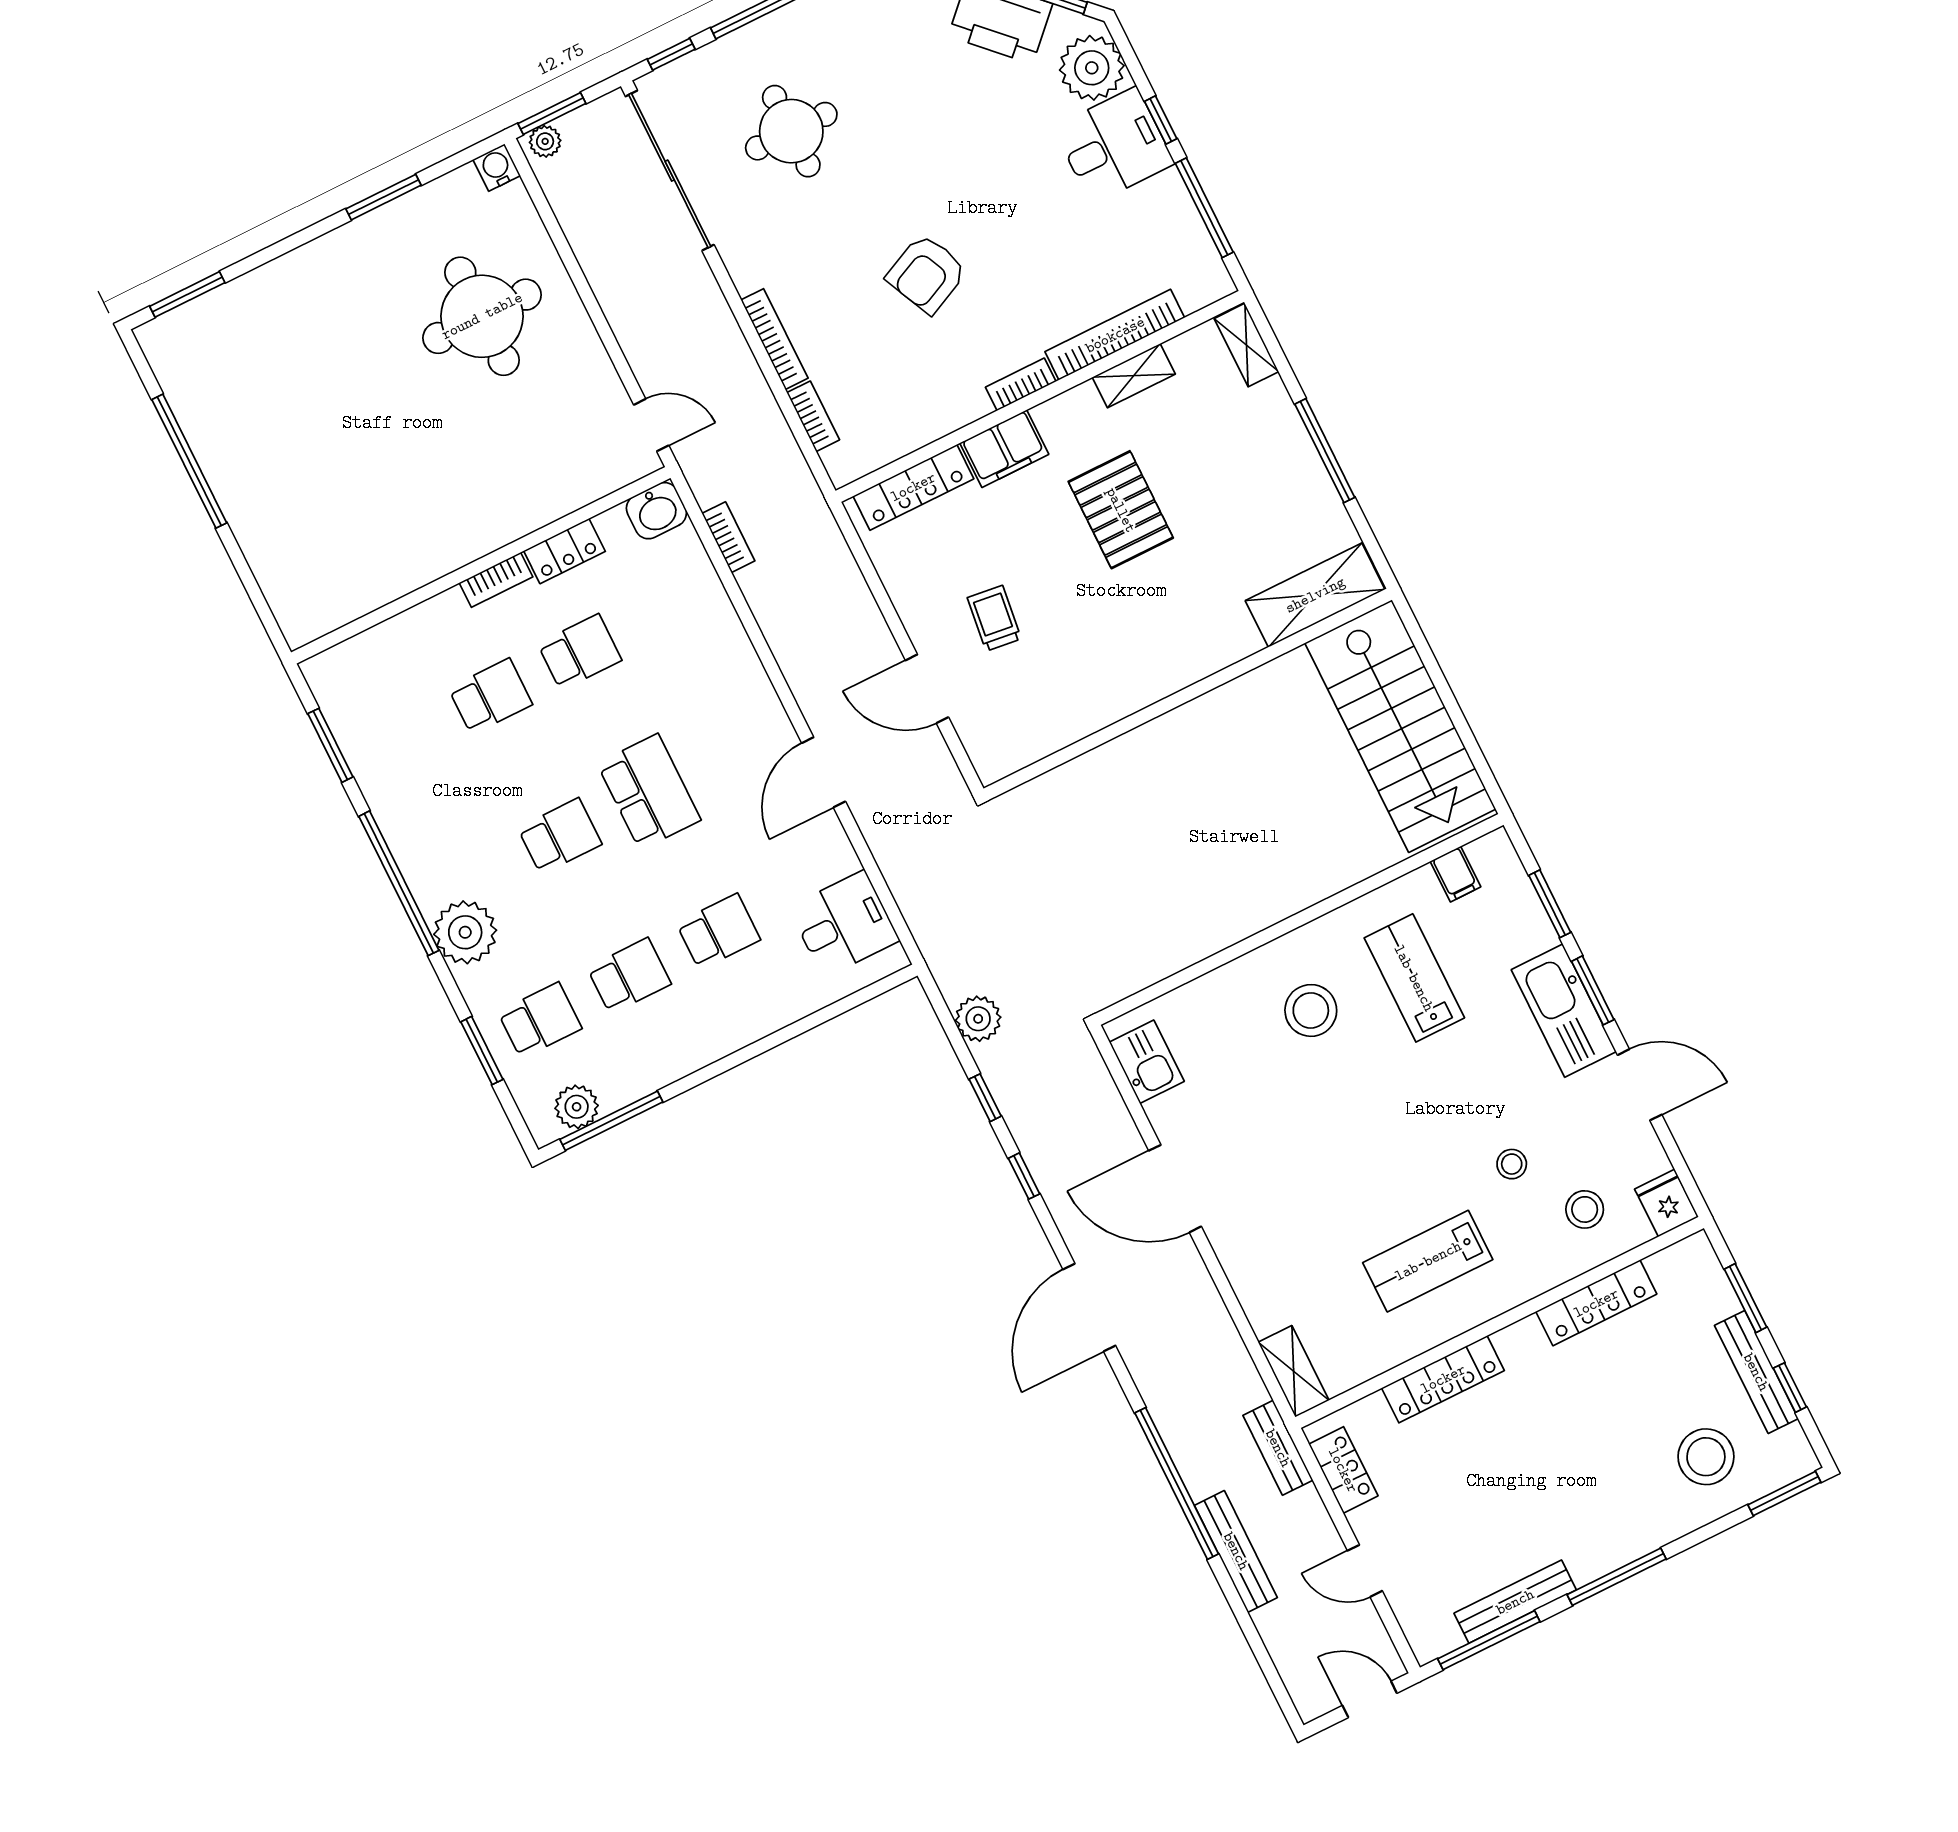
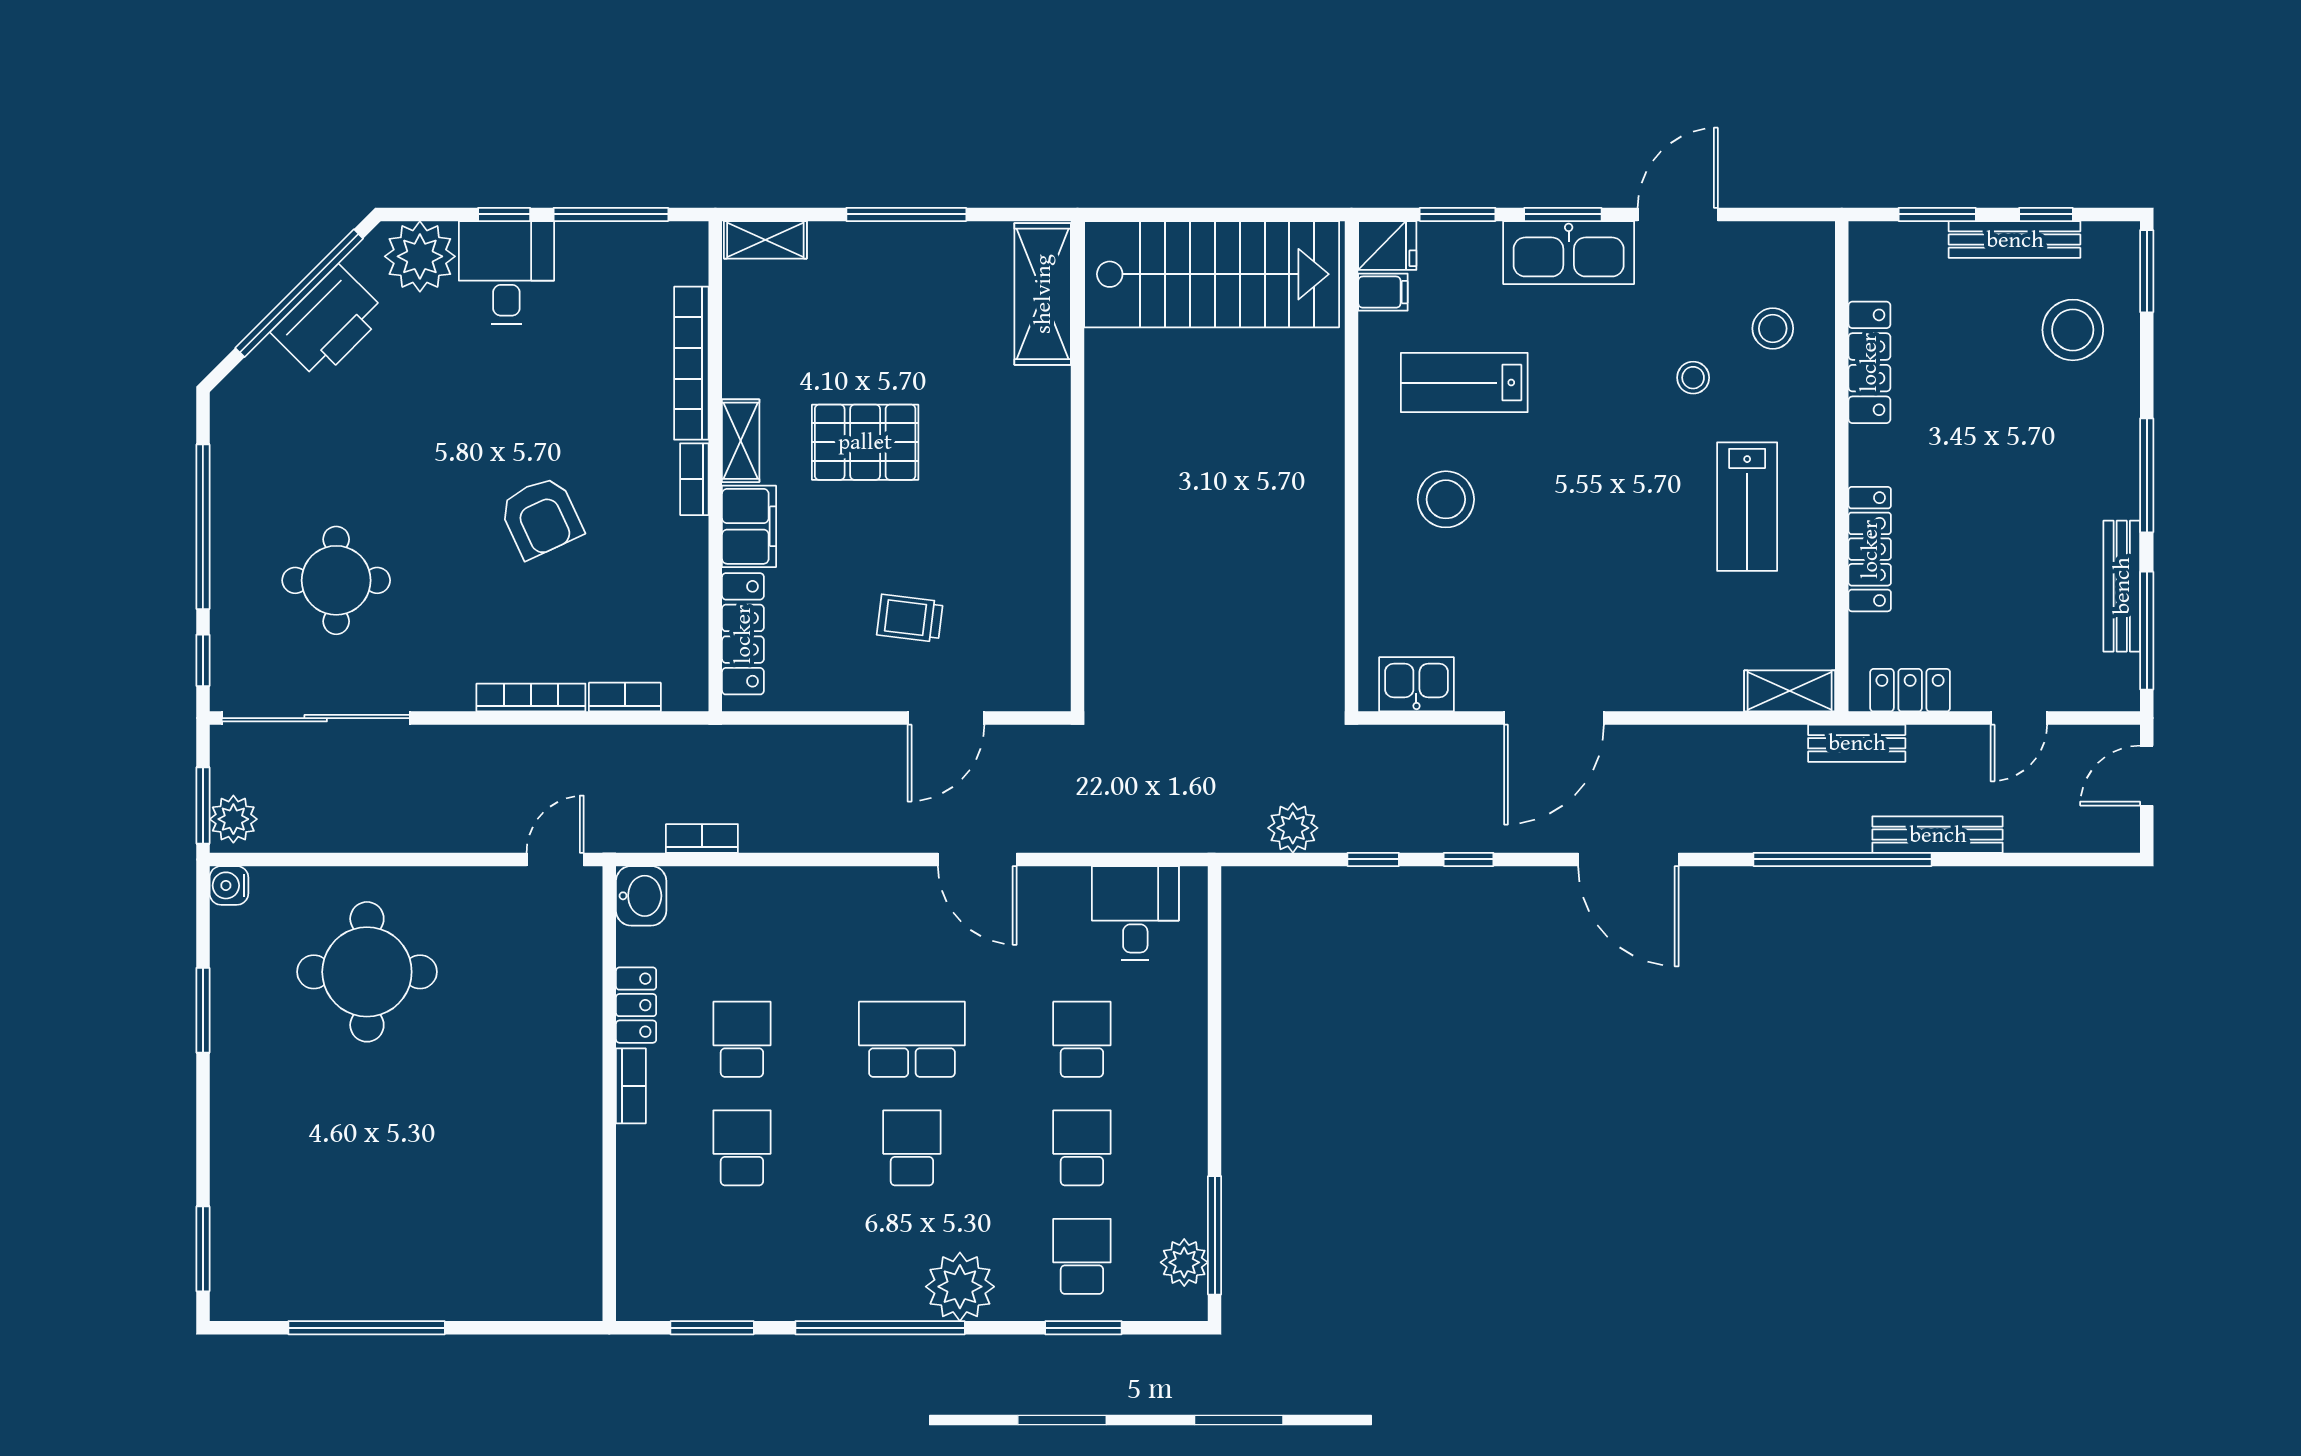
plant: (545, 141) -> (233, 819), width x1.38, depth x1.38
shelving: (1134, 376) -> (741, 441), moved
fridge: (1666, 1203) -> (1387, 246), moved, turned 180

